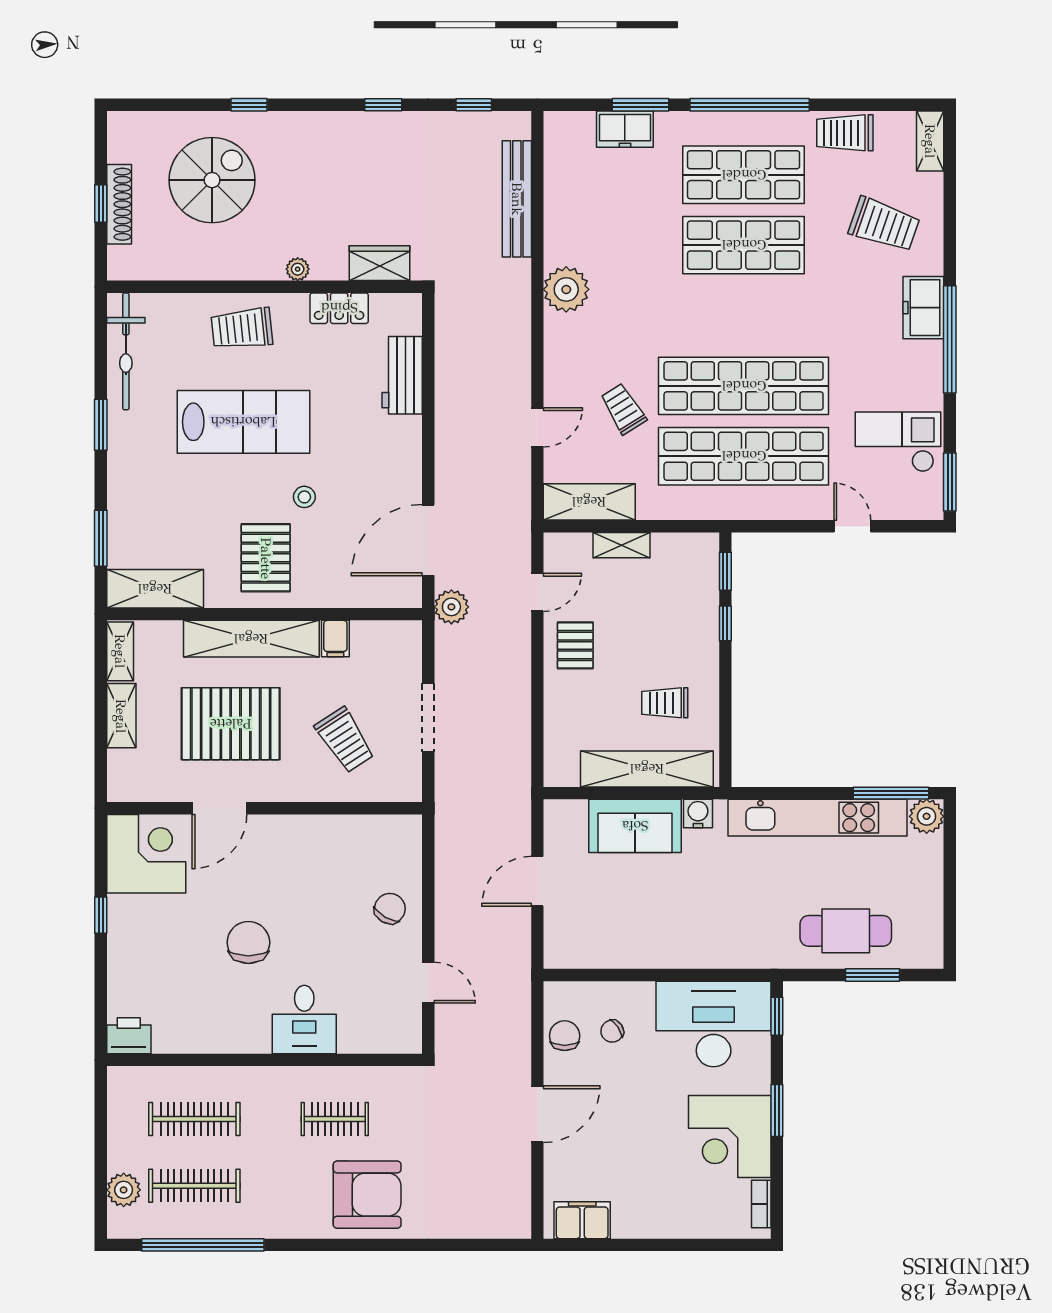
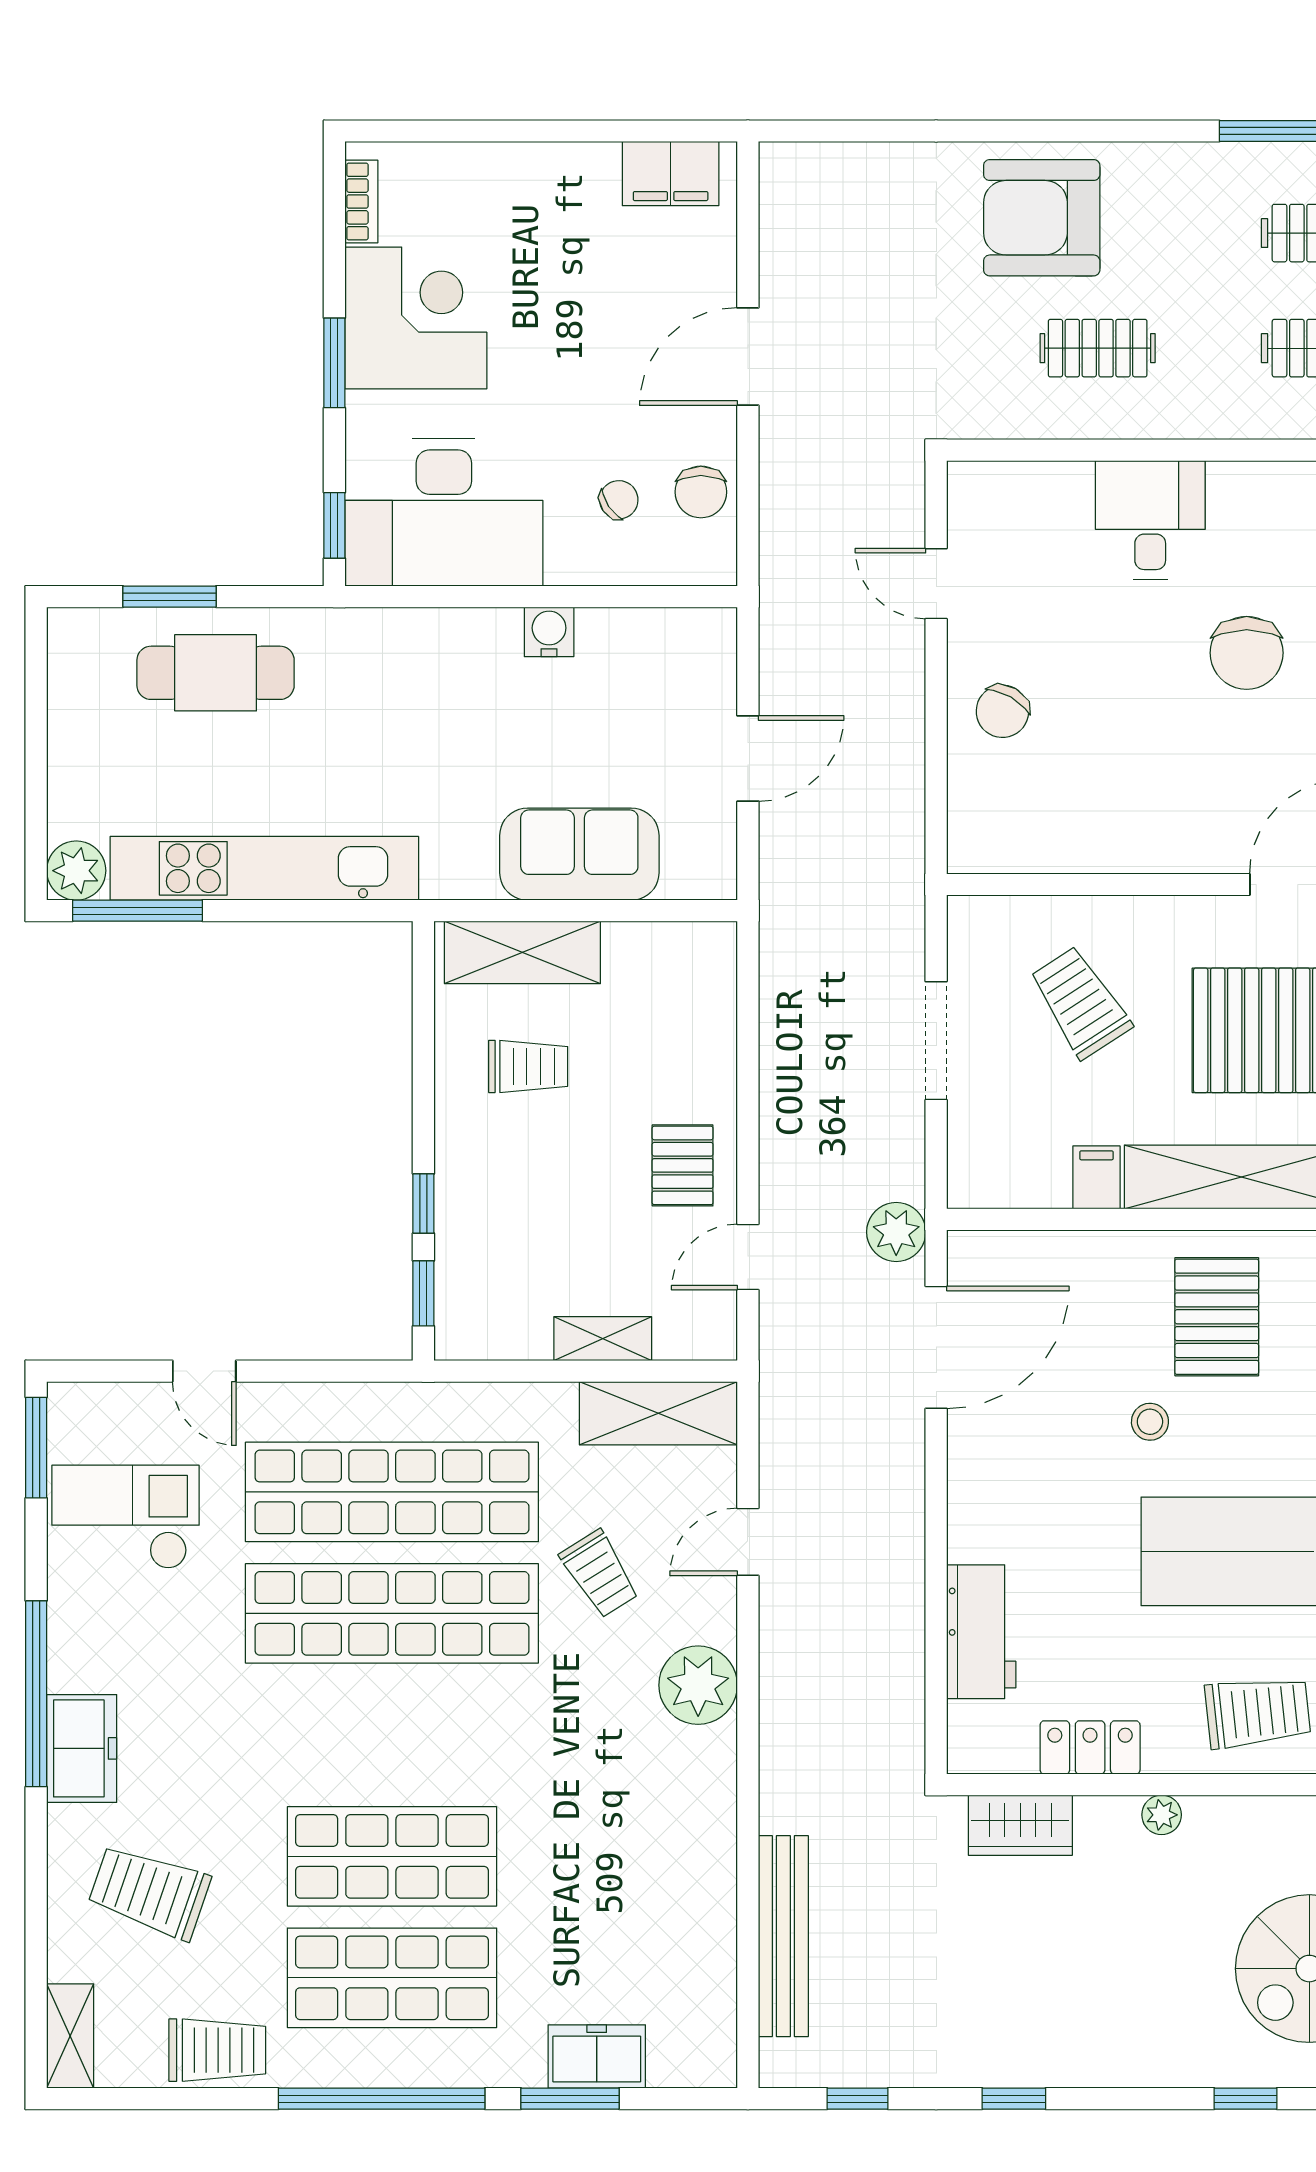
plant: (566, 289) -> (698, 1685), moved
checkout: (898, 442) -> (125, 1517), turned 180
shelving: (647, 769) -> (522, 952), width x0.68
water cooler: (698, 813) -> (549, 632), moved, turned 180

